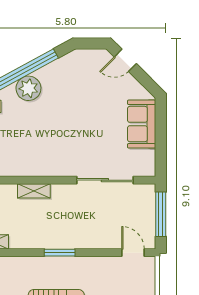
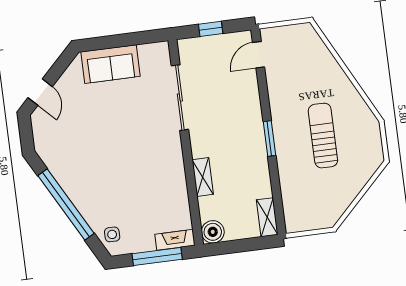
plant: (28, 88) -> (87, 198), removed
window: (161, 214) -> (211, 29), width x0.46

